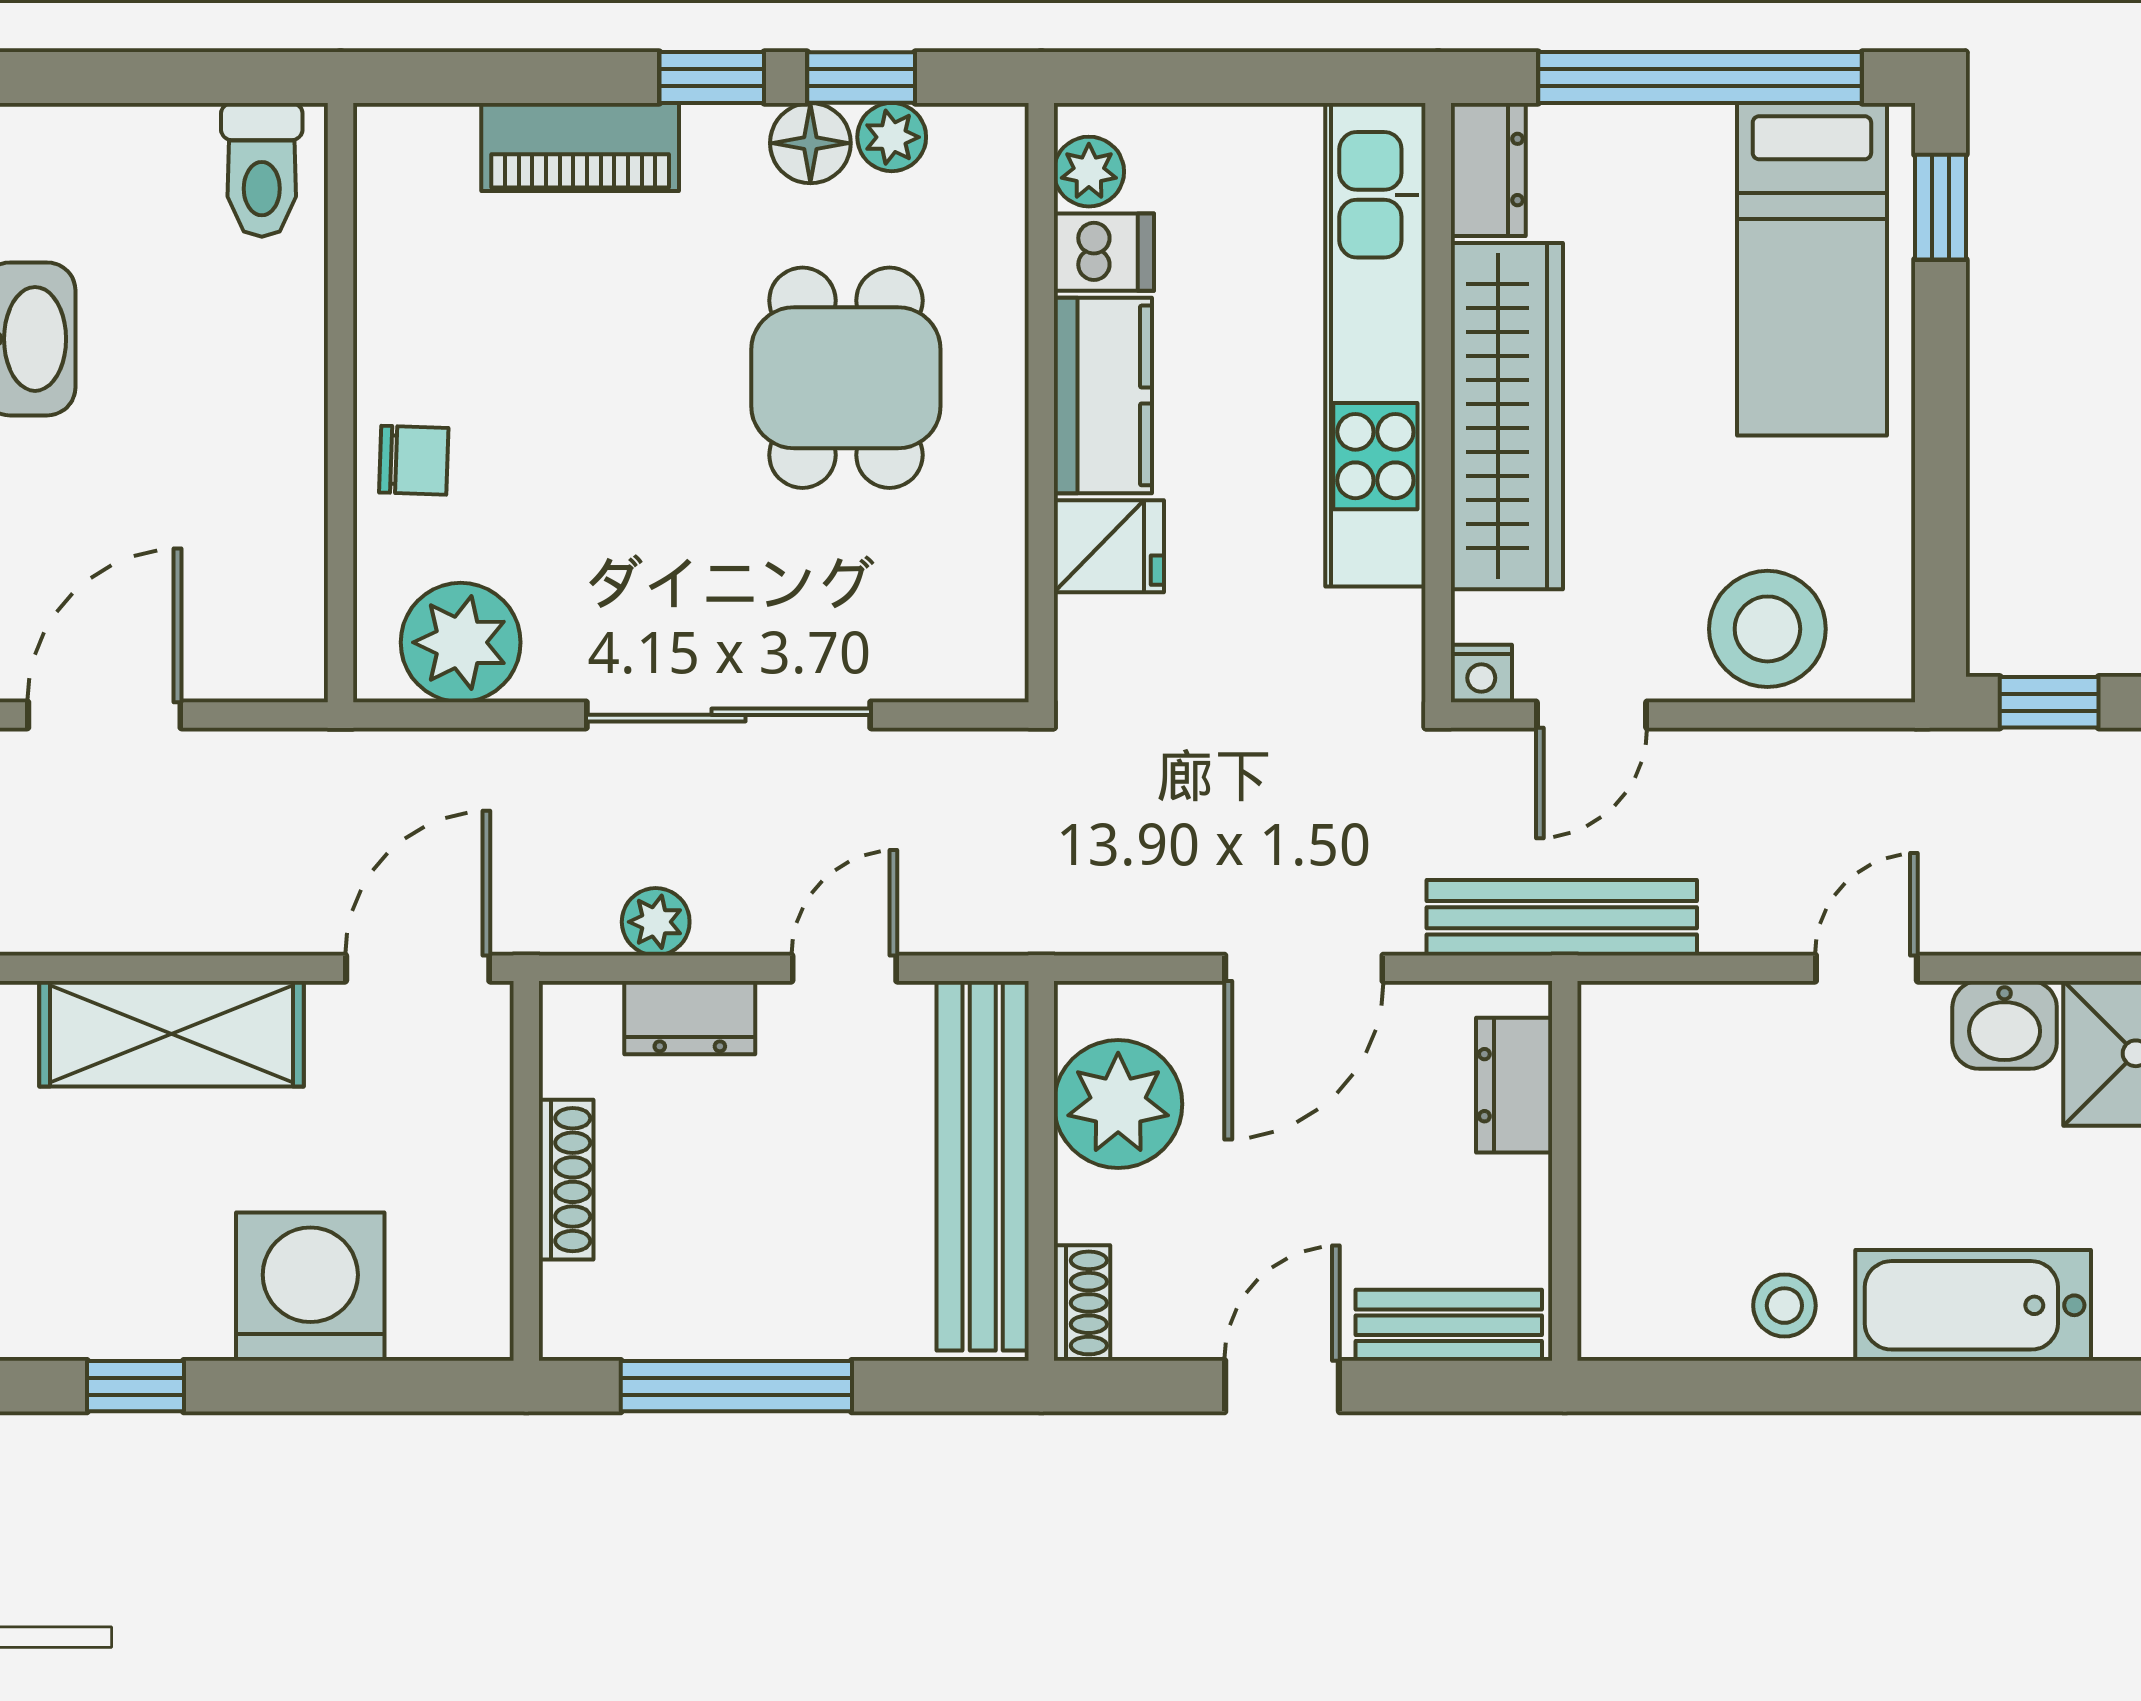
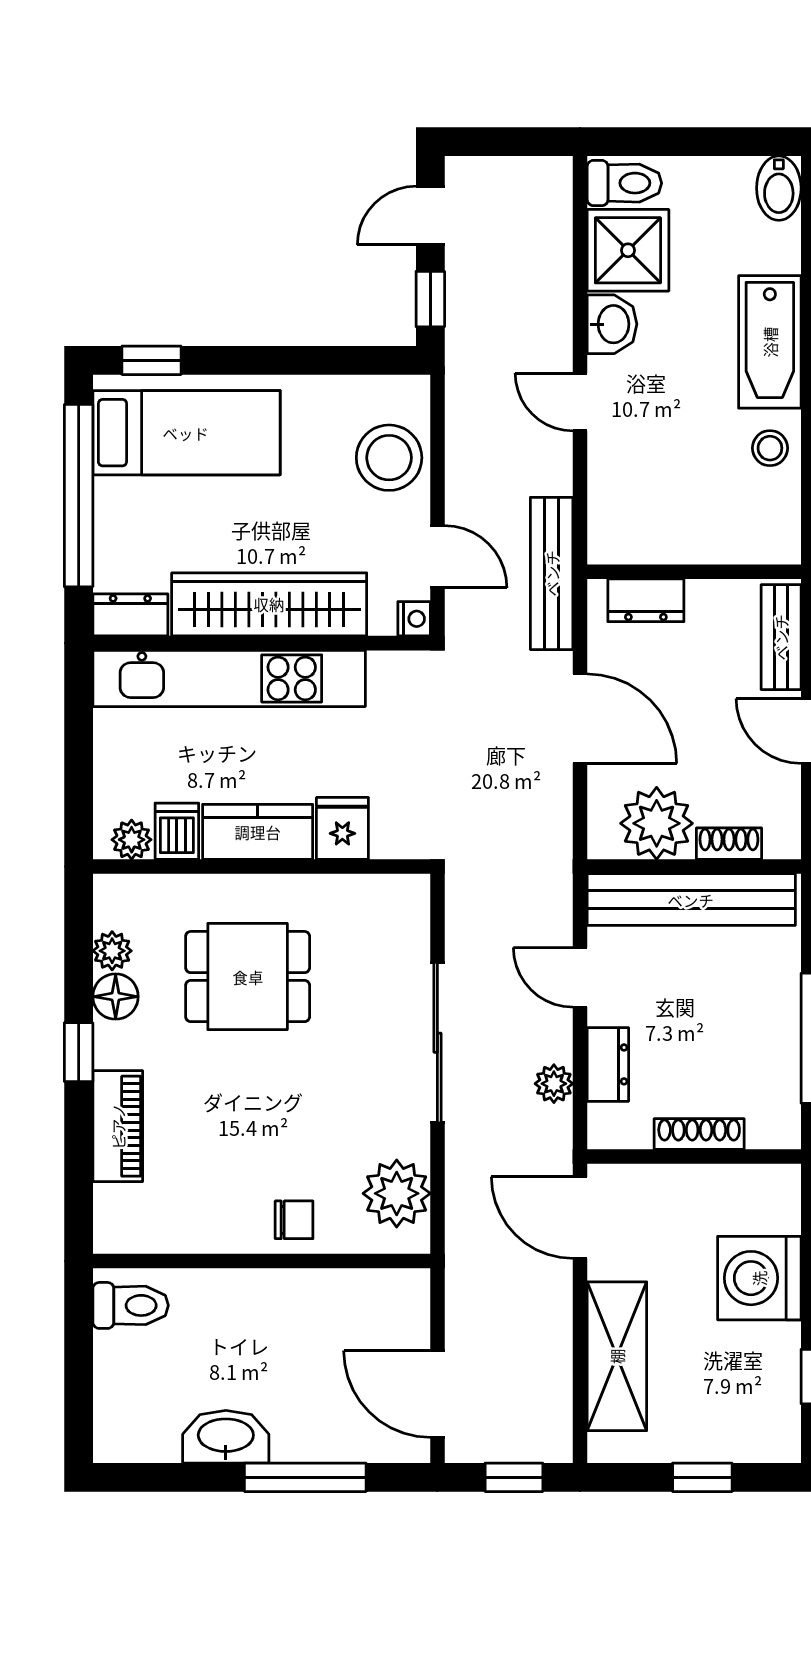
window: (861, 77) -> (79, 968), removed
chair: (414, 460) -> (294, 1220), turned 88
shoe rack: (1082, 1303) -> (729, 844), moved

